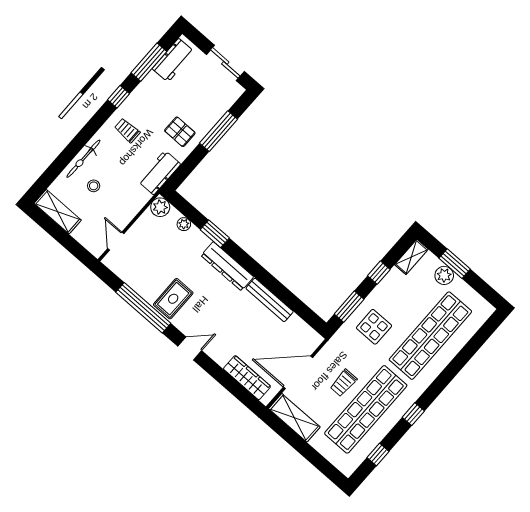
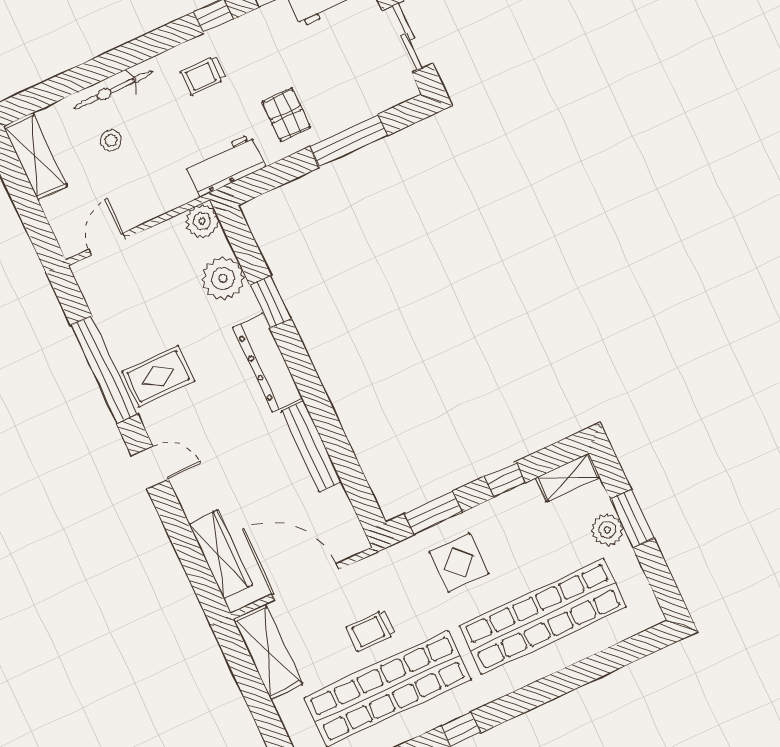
trolley: (127, 130) -> (203, 75), turned -90
plant: (184, 224) -> (223, 278), width x1.88, depth x1.88

